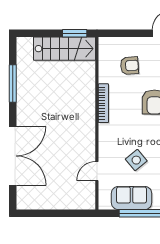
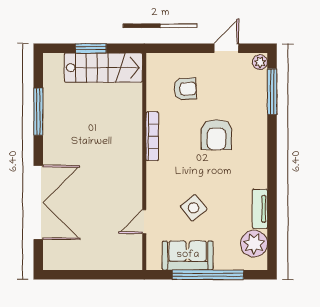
window: (75, 33) -> (91, 48), moved

